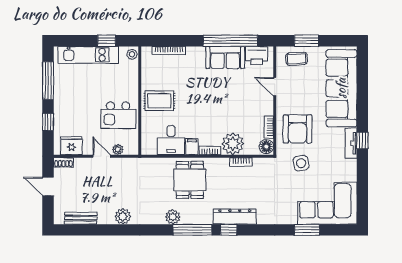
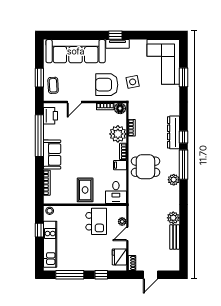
sofa: (225, 57) -> (52, 154), moved
armchair: (297, 129) -> (107, 85), turned 180
desk: (171, 140) -> (116, 193), moved, turned 90
bench: (81, 218) -> (175, 237), moved

